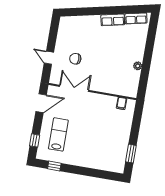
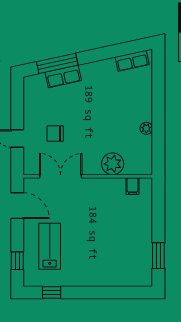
window: (85, 11) -> (57, 63), added
row of seats: (113, 20) -> (63, 76), moved
plant: (111, 86) -> (113, 164), added
door: (41, 103) -> (17, 206), hinge flipped

